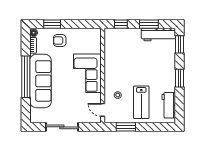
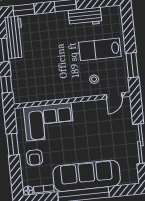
window: (52, 24) -> (13, 144), moved
corner sofa: (87, 73) -> (49, 122), moved
lab bench: (141, 102) -> (100, 49), turned 180
workbench: (169, 105) -> (85, 17), moved

